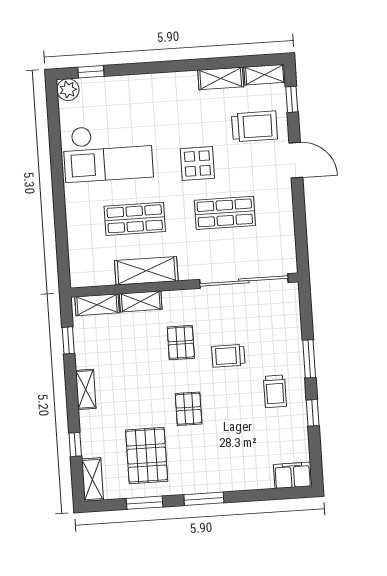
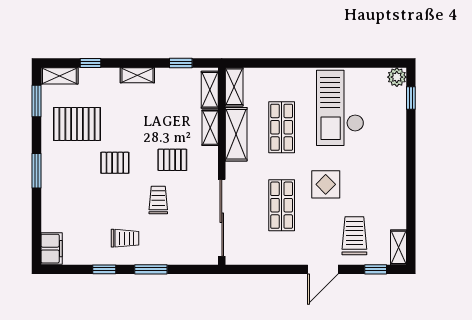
shelving: (221, 78) -> (234, 87), moved
trolley: (255, 126) -> (354, 236), turned 180
trolley: (275, 391) -> (125, 238), turned 180
window: (145, 503) -> (36, 101), moved

